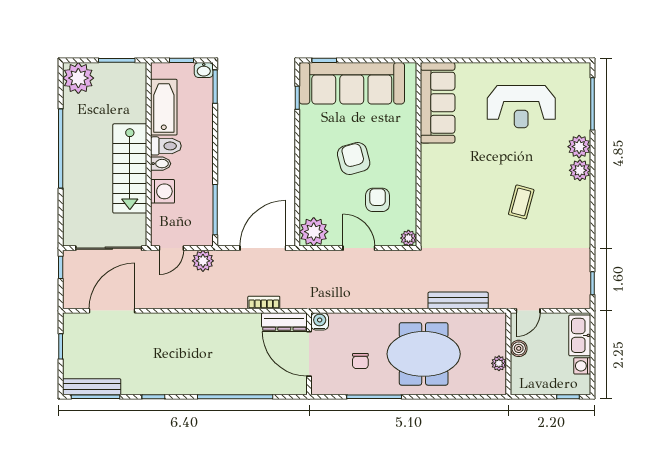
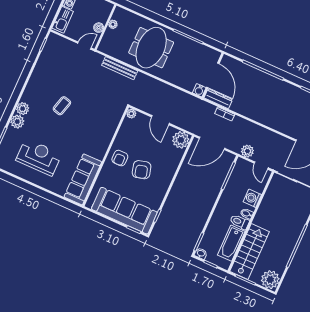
stairs: (130, 168) -> (250, 251), moved
armchair: (378, 200) -> (120, 158), moved
door: (171, 248) -> (261, 166), swing flipped
meeting table: (424, 354) -> (151, 48), turned 90
chair: (360, 361) -> (187, 59), removed

